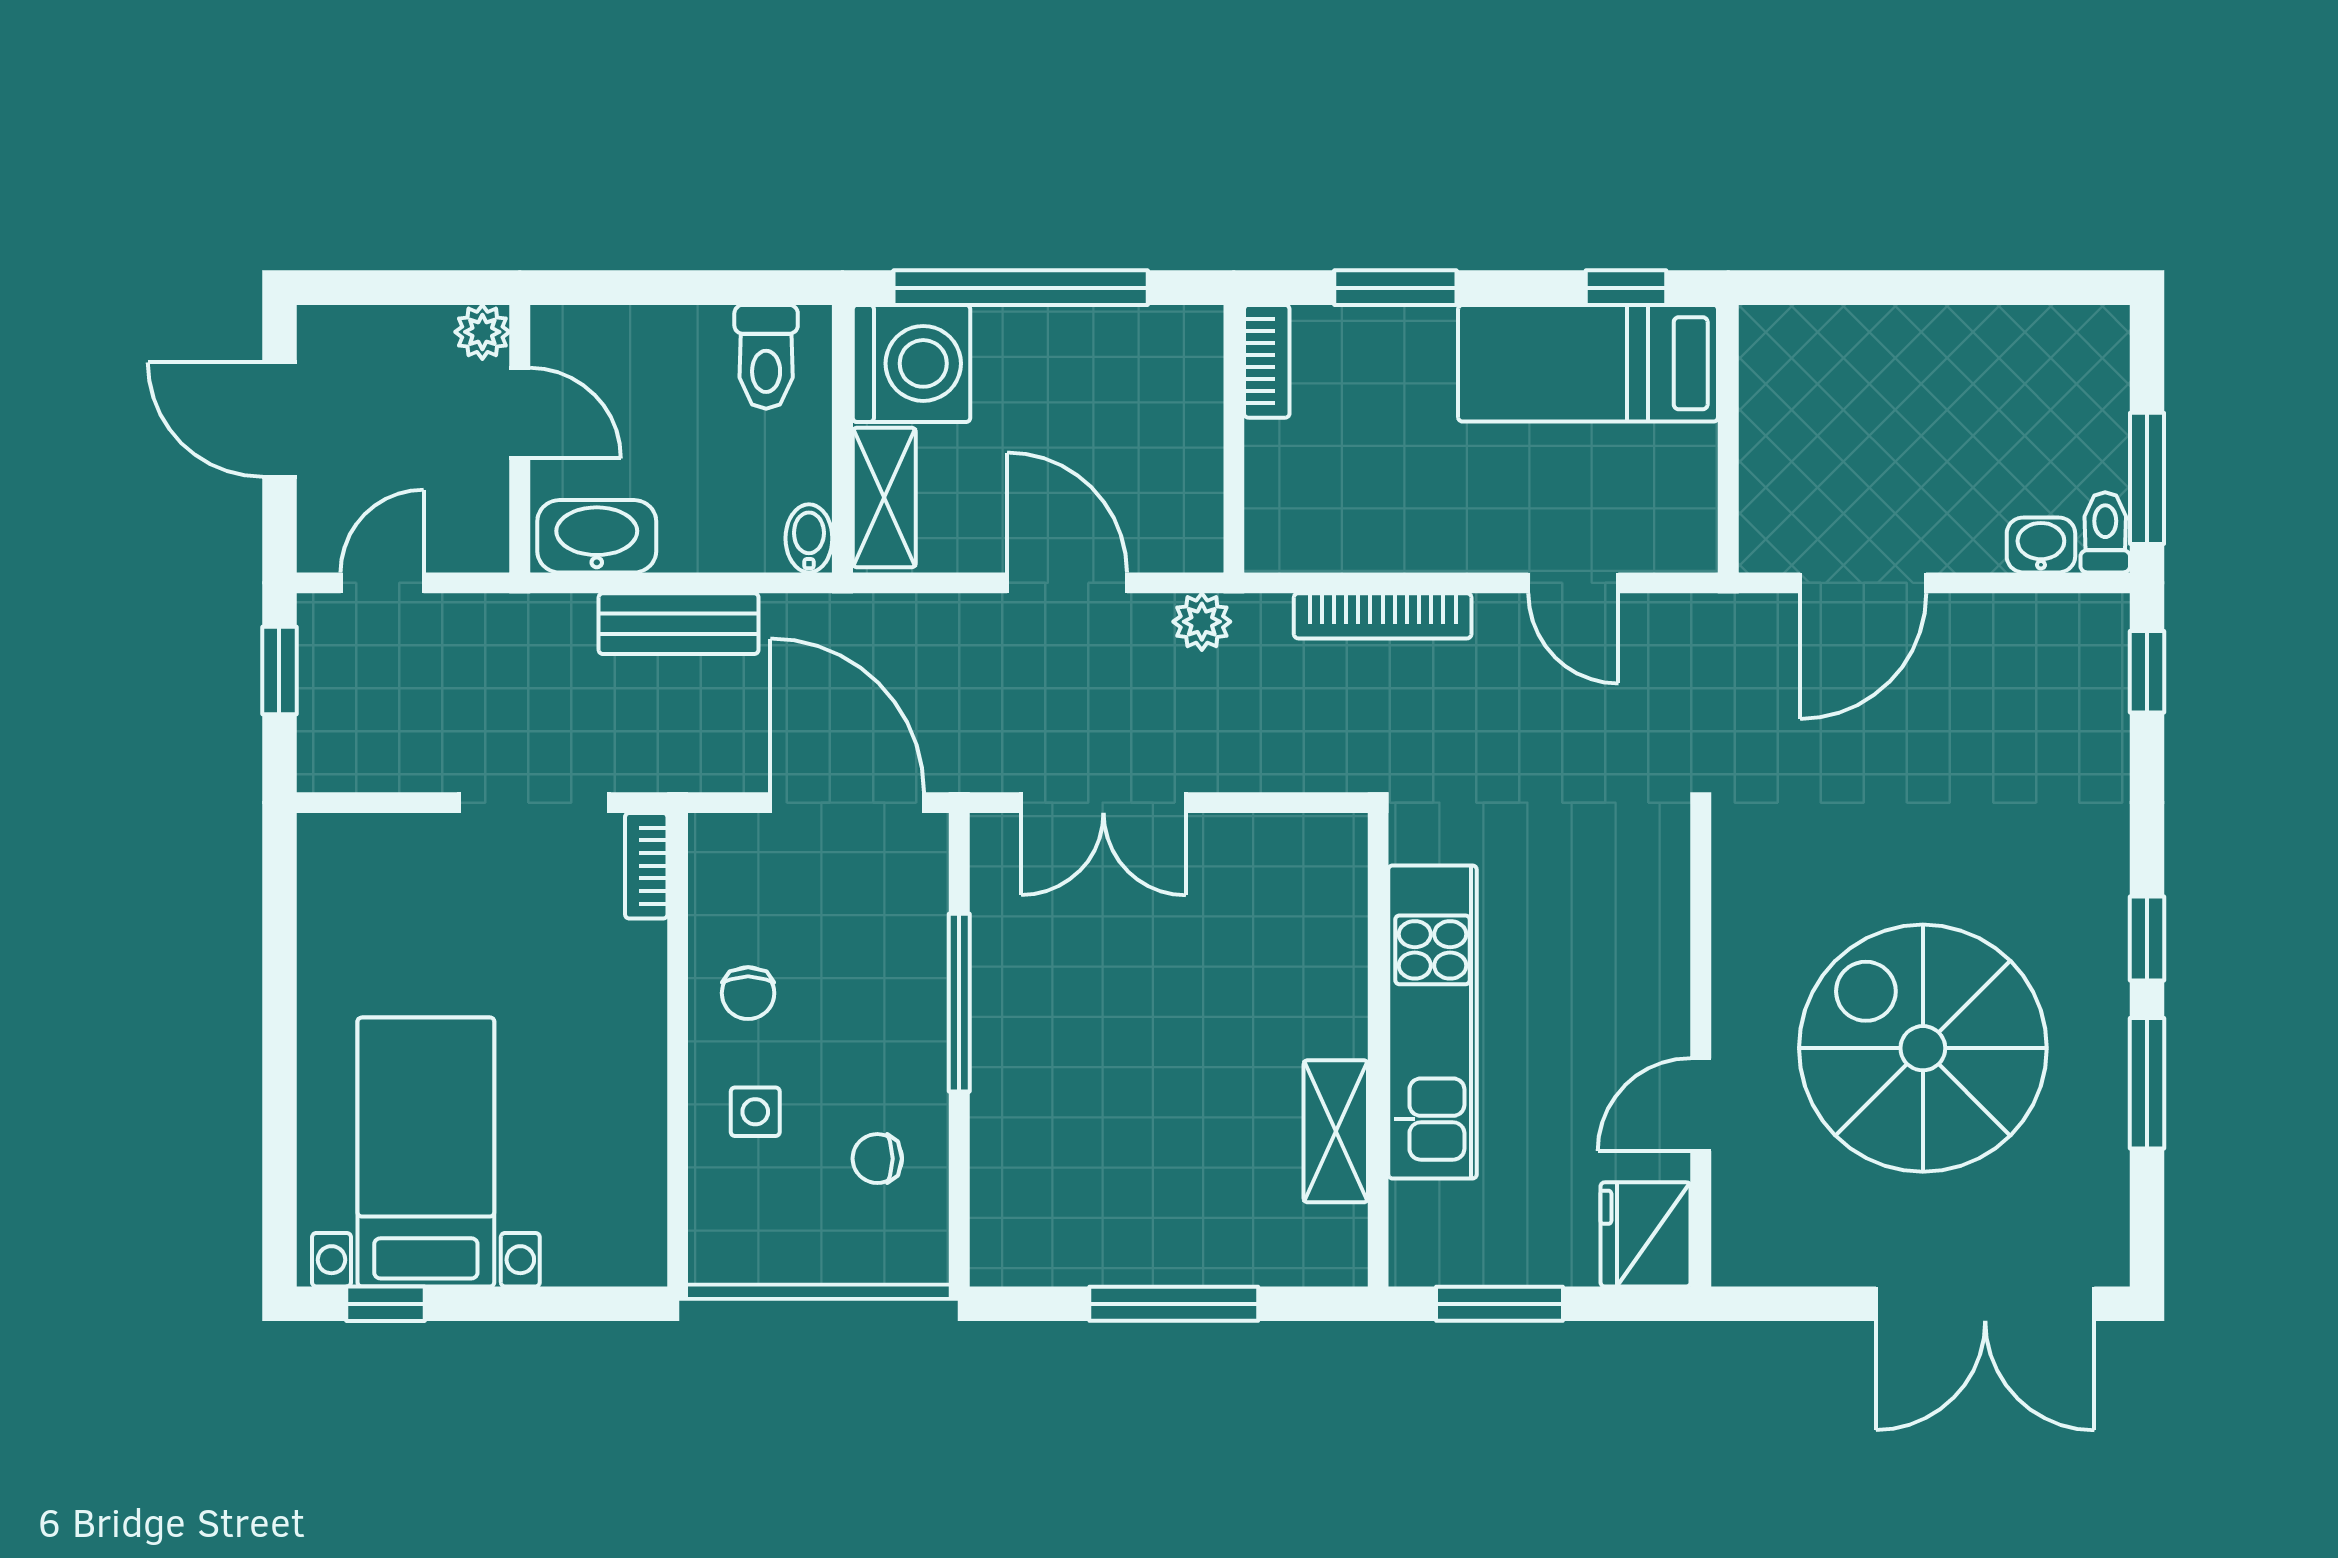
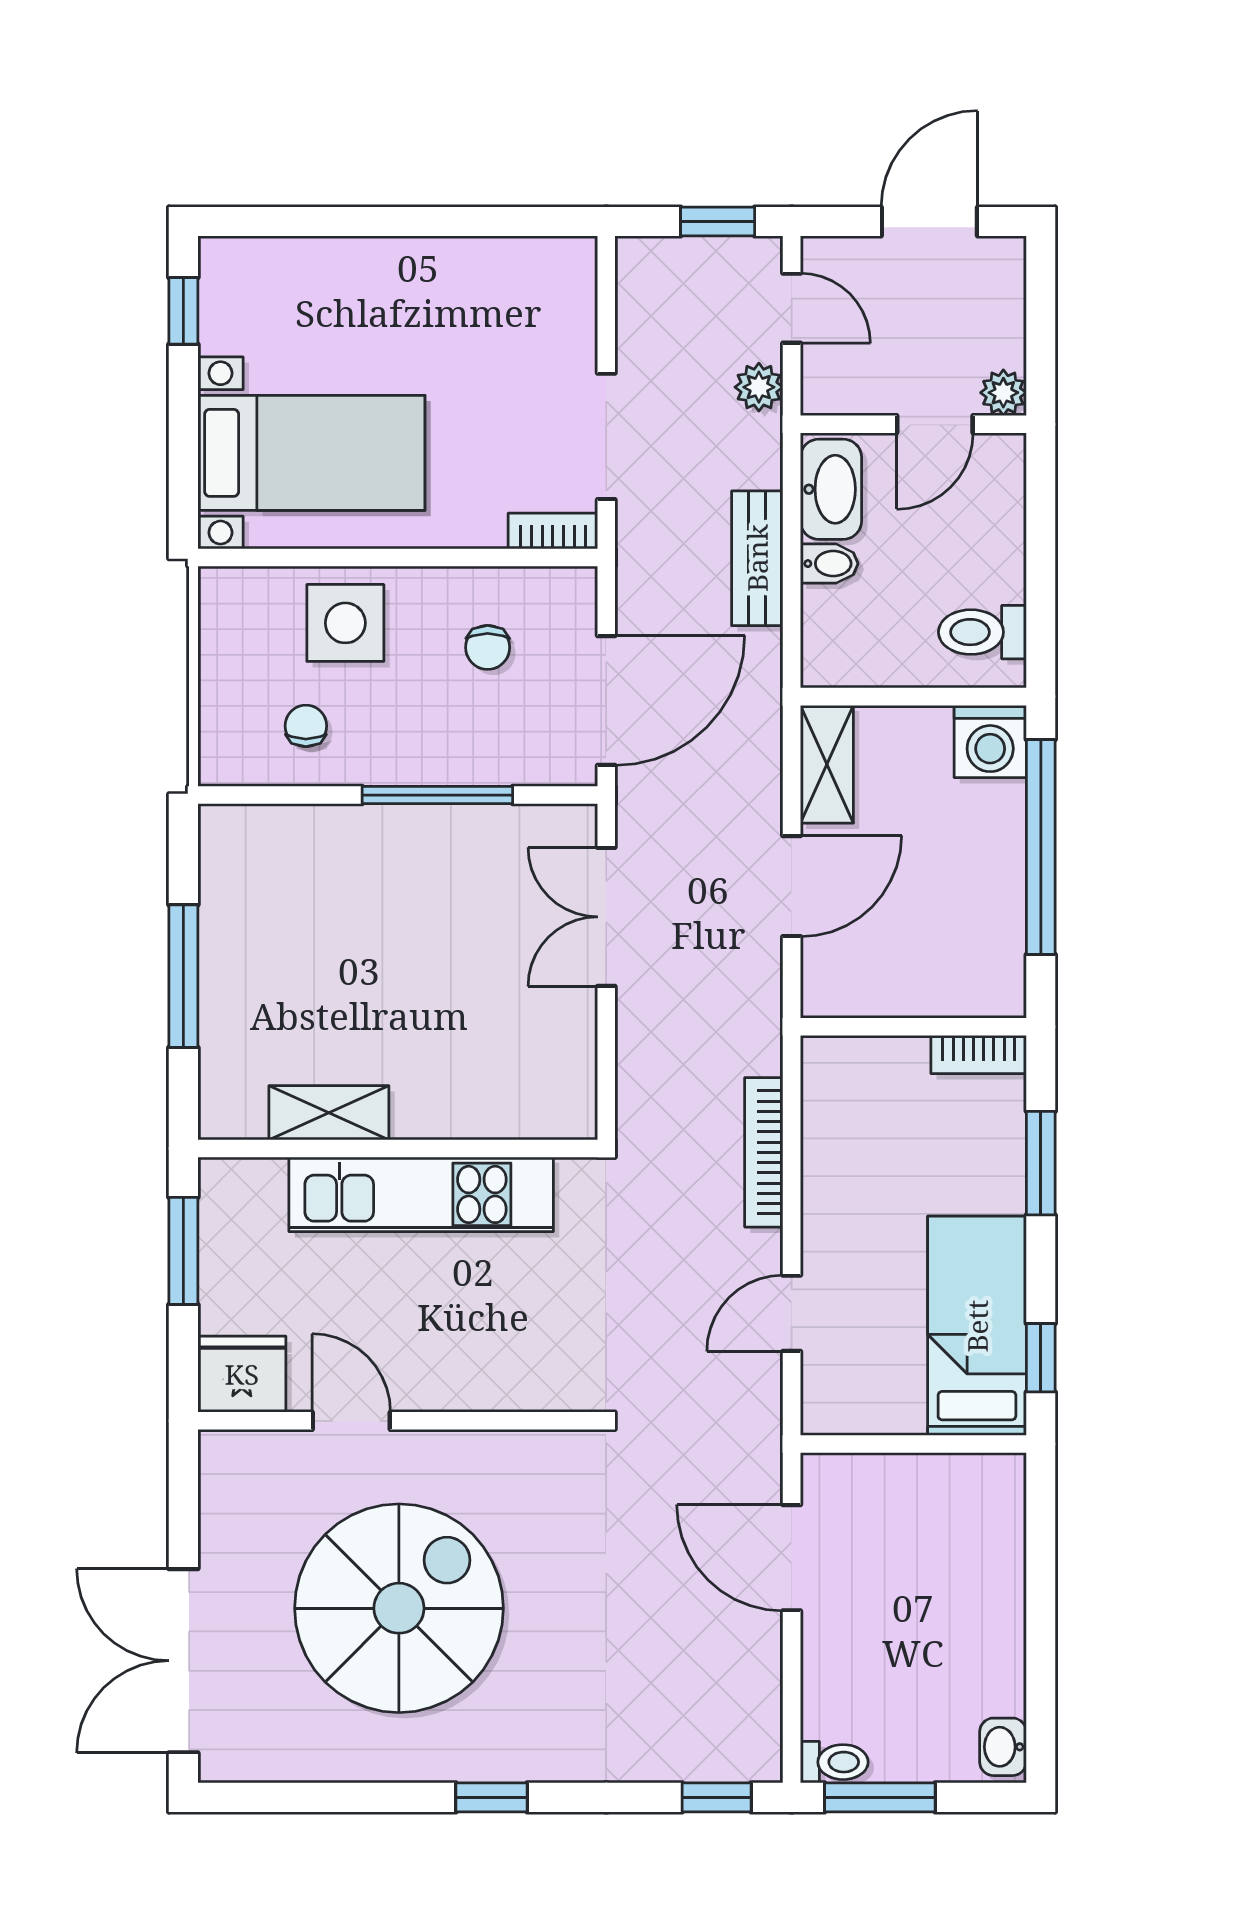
washing machine: (911, 363) -> (990, 741), width x0.73, depth x0.73
shelving: (884, 498) -> (827, 764), moved, turned 90
bidet: (809, 538) -> (829, 564), moved
washbasin: (2041, 545) -> (1003, 1747), moved, turned 180
plant: (1202, 622) -> (759, 387), moved
chair: (748, 993) -> (488, 647), moved, turned -90
window: (2147, 1083) -> (369, 1797), removed
side table: (755, 1112) -> (345, 623), width x1.87, depth x1.87
bed with nightstands: (426, 1152) -> (311, 453), moved

